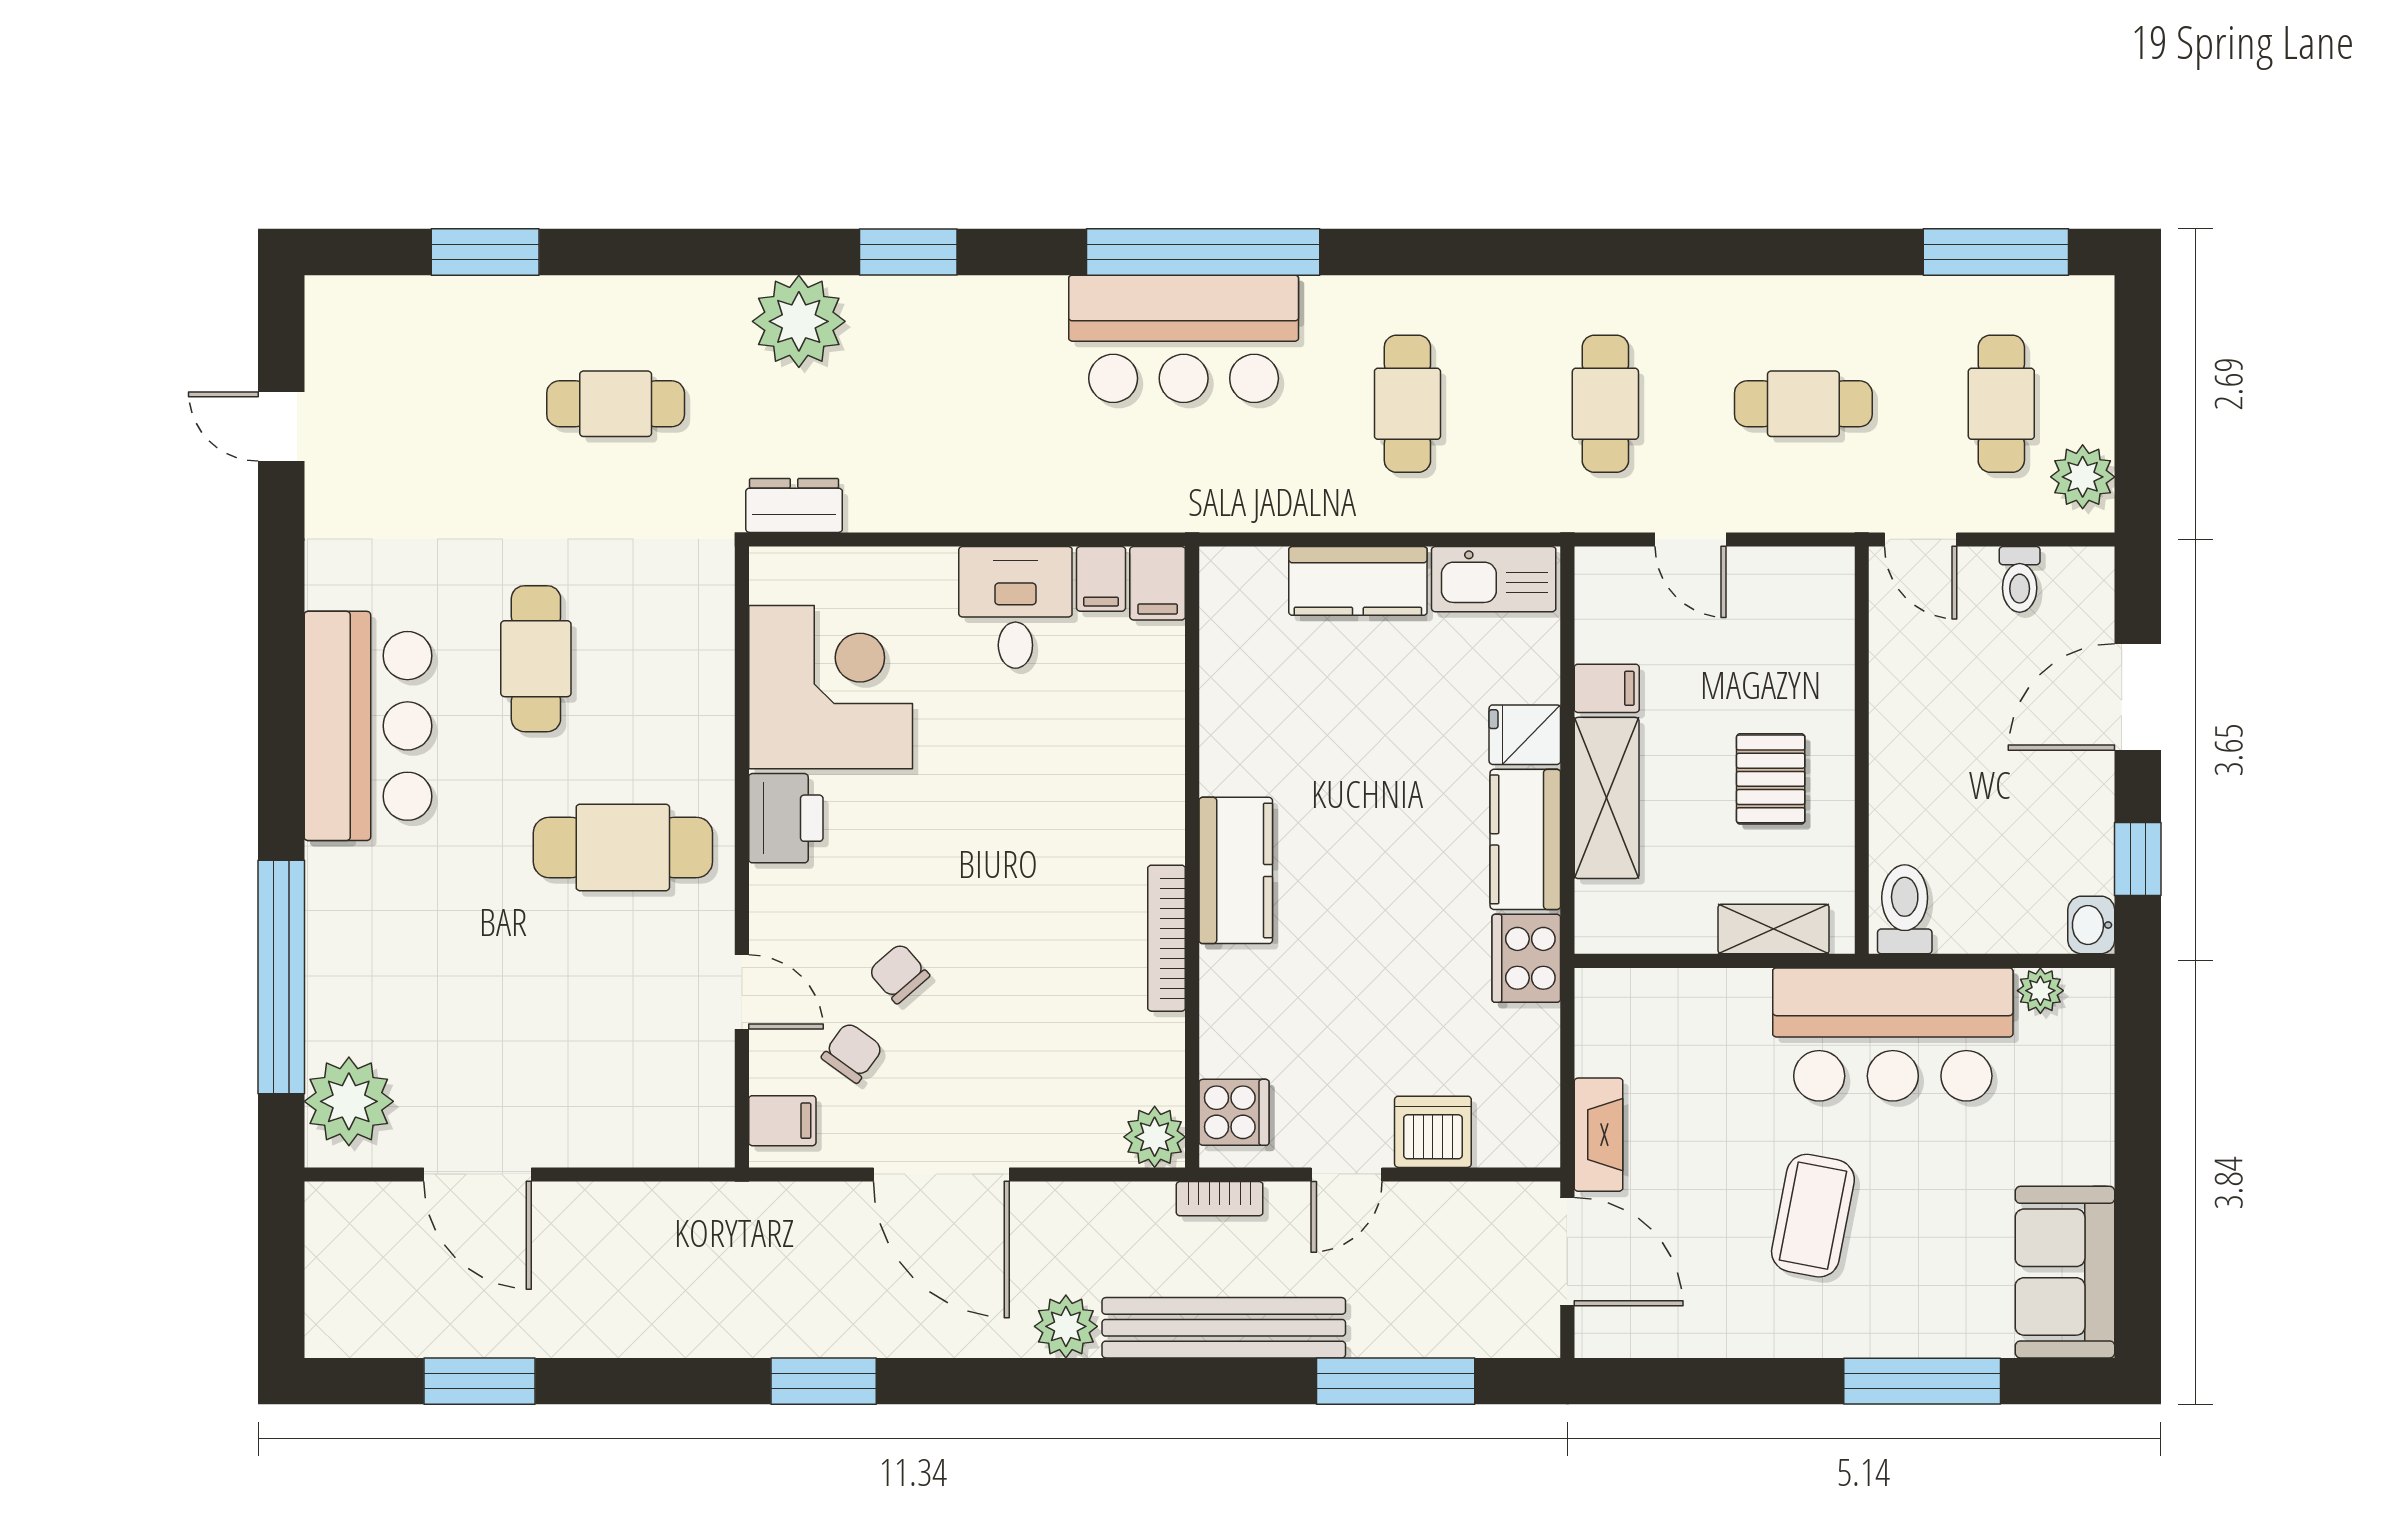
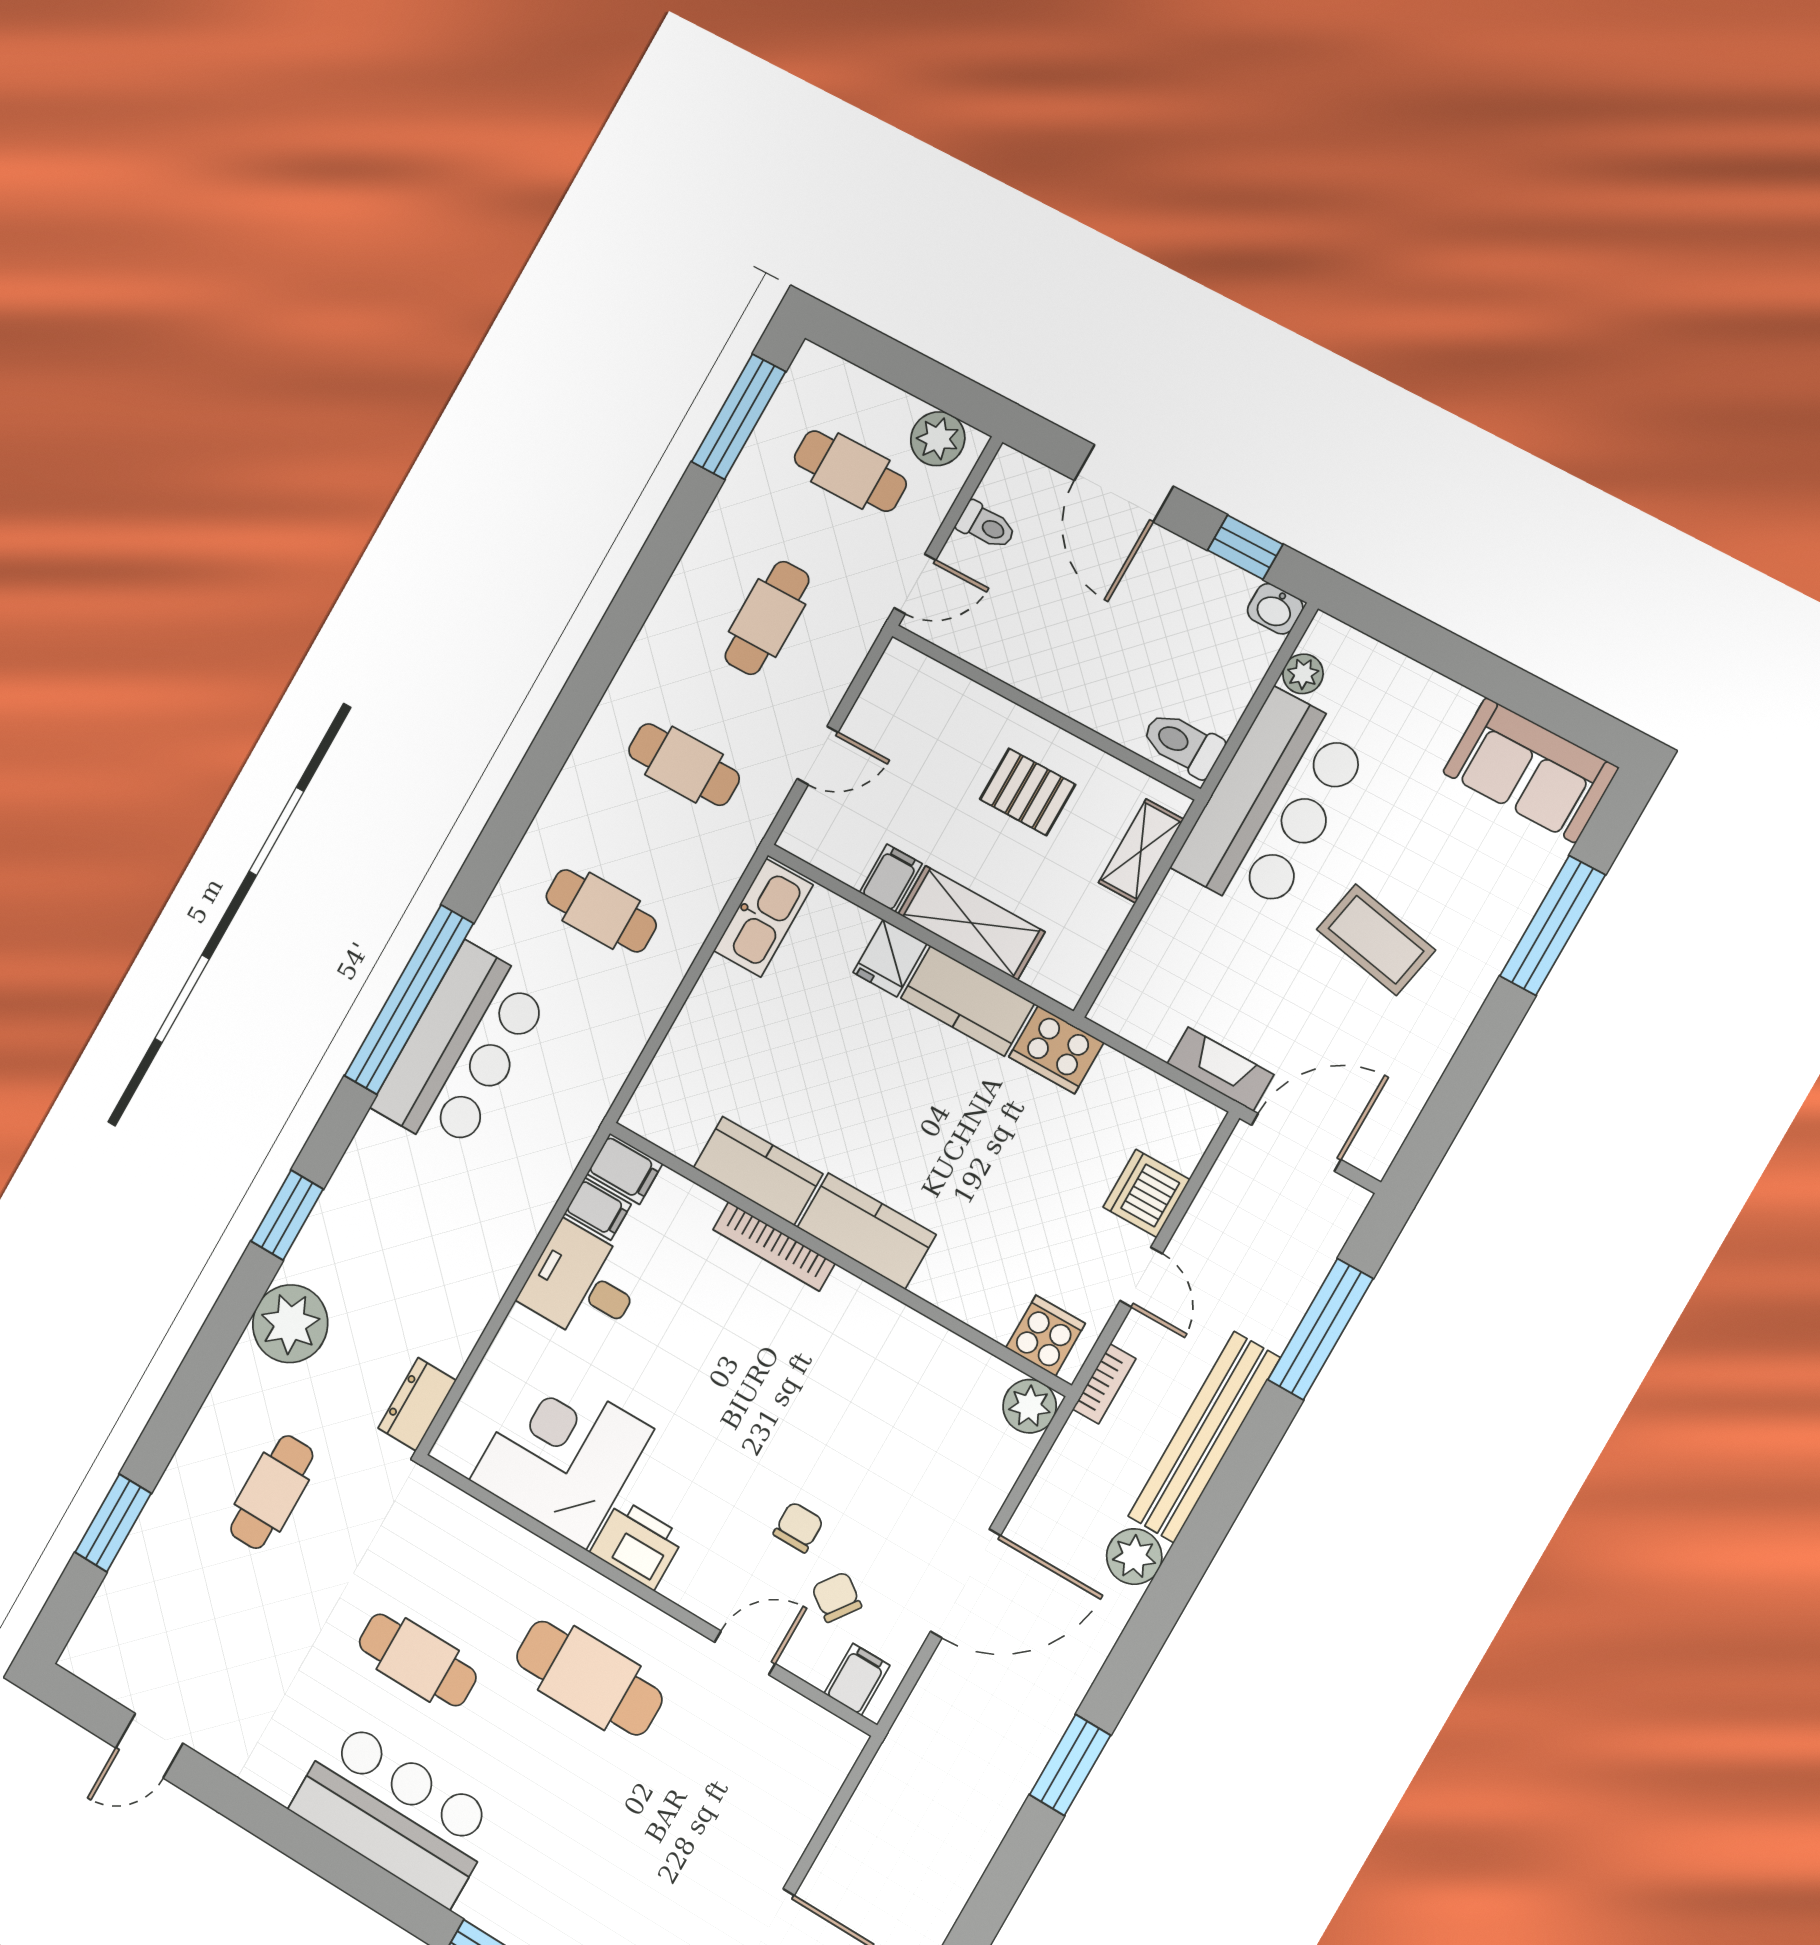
kitchen counter: (1358, 581) -> (758, 1171), moved, turned -90
cafe table: (623, 847) -> (589, 1678), turned 90
bookcase: (1166, 938) -> (774, 1246), moved
chair: (899, 973) -> (798, 1527), turned 131

